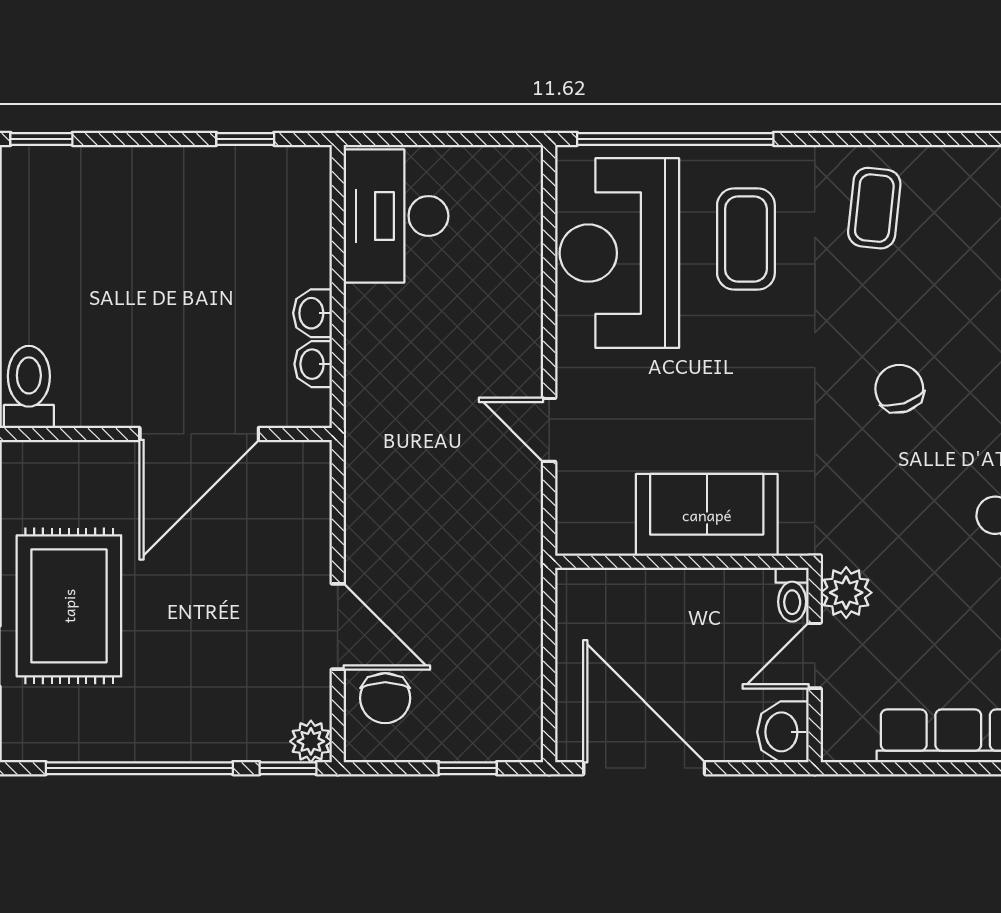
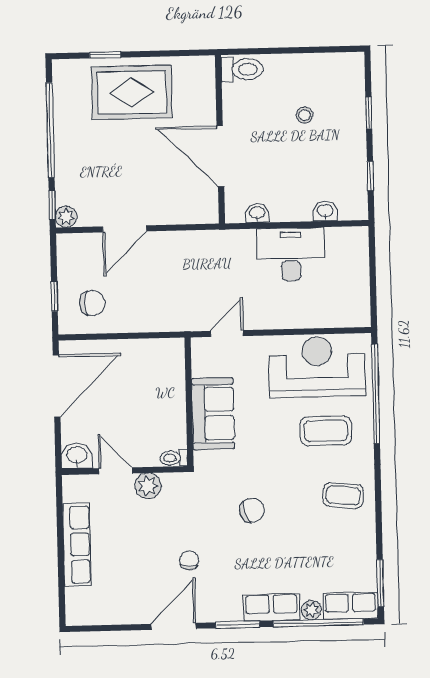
window: (41, 139) -> (369, 113), moved
desk: (396, 216) -> (291, 254), moved
stool: (122, 266) -> (305, 115), added
washbasin: (313, 313) -> (325, 211), moved
sofa: (707, 515) -> (213, 414), moved
wall: (682, 562) -> (189, 402), moved
toilet: (792, 595) -> (174, 458), moved
chair: (385, 698) -> (92, 303), moved, turned 180

